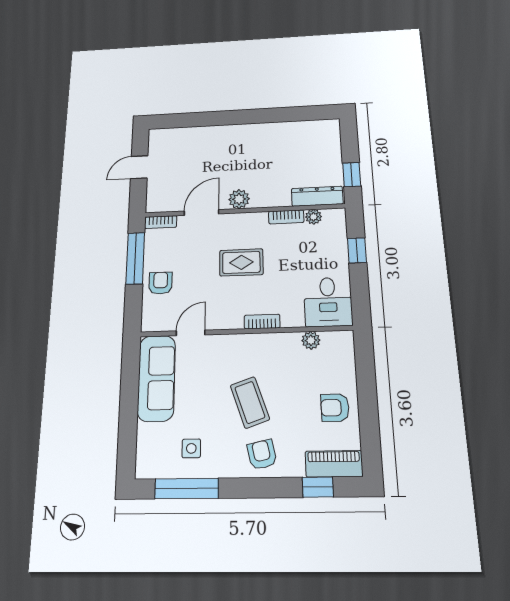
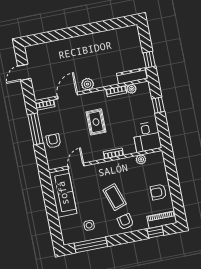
rug: (241, 262) -> (96, 122), turned 90

